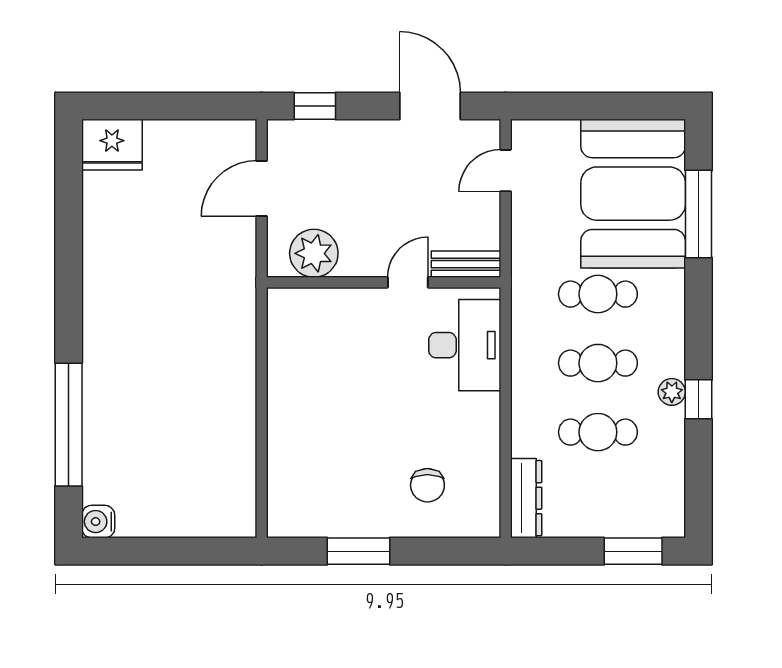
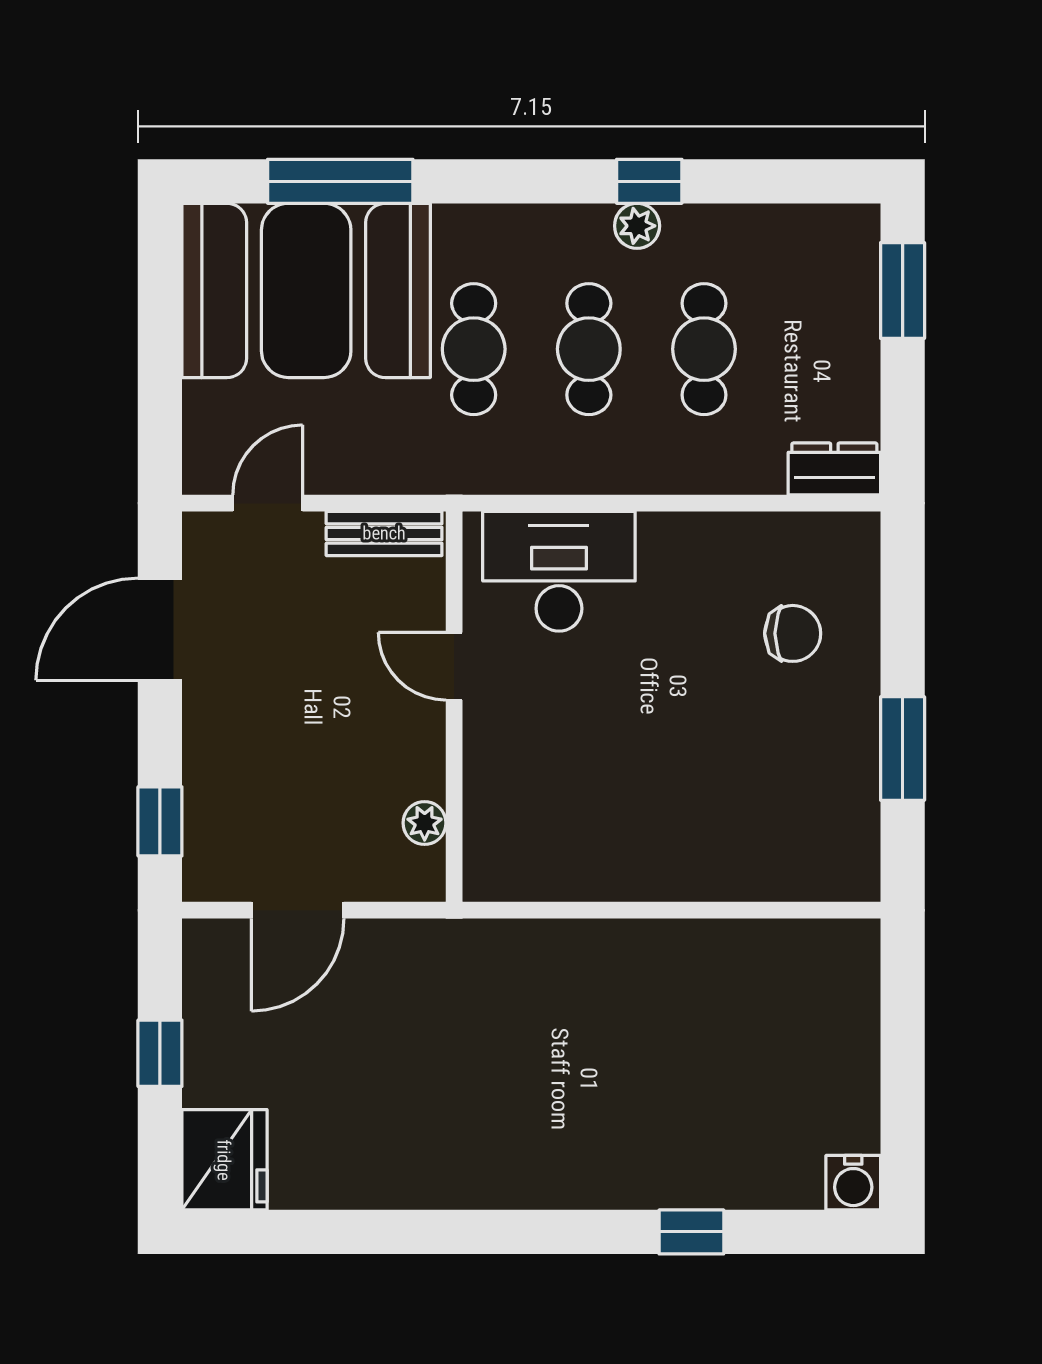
window: (176, 106) -> (160, 1053), added
door: (506, 171) -> (268, 503), swing flipped
door: (262, 189) -> (298, 910), hinge flipped
plant: (314, 253) -> (425, 823), width x0.53, depth x0.53
bench: (466, 264) -> (384, 533), moved, turned 90
window: (69, 425) -> (691, 1232), width x0.32
dresser: (526, 498) -> (834, 469), width x0.70

